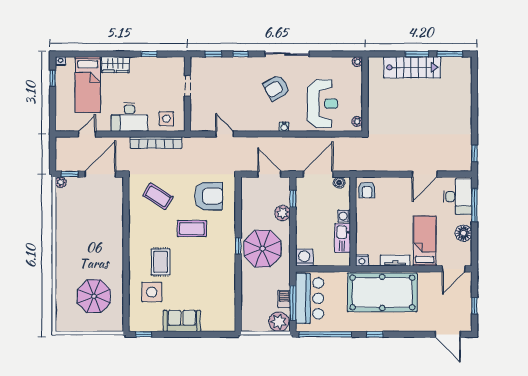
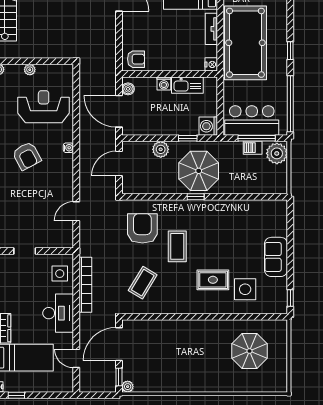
plant: (357, 121) -> (30, 70), moved
door: (100, 174) -> (119, 344), hinge flipped
window: (293, 199) -> (188, 138), moved

